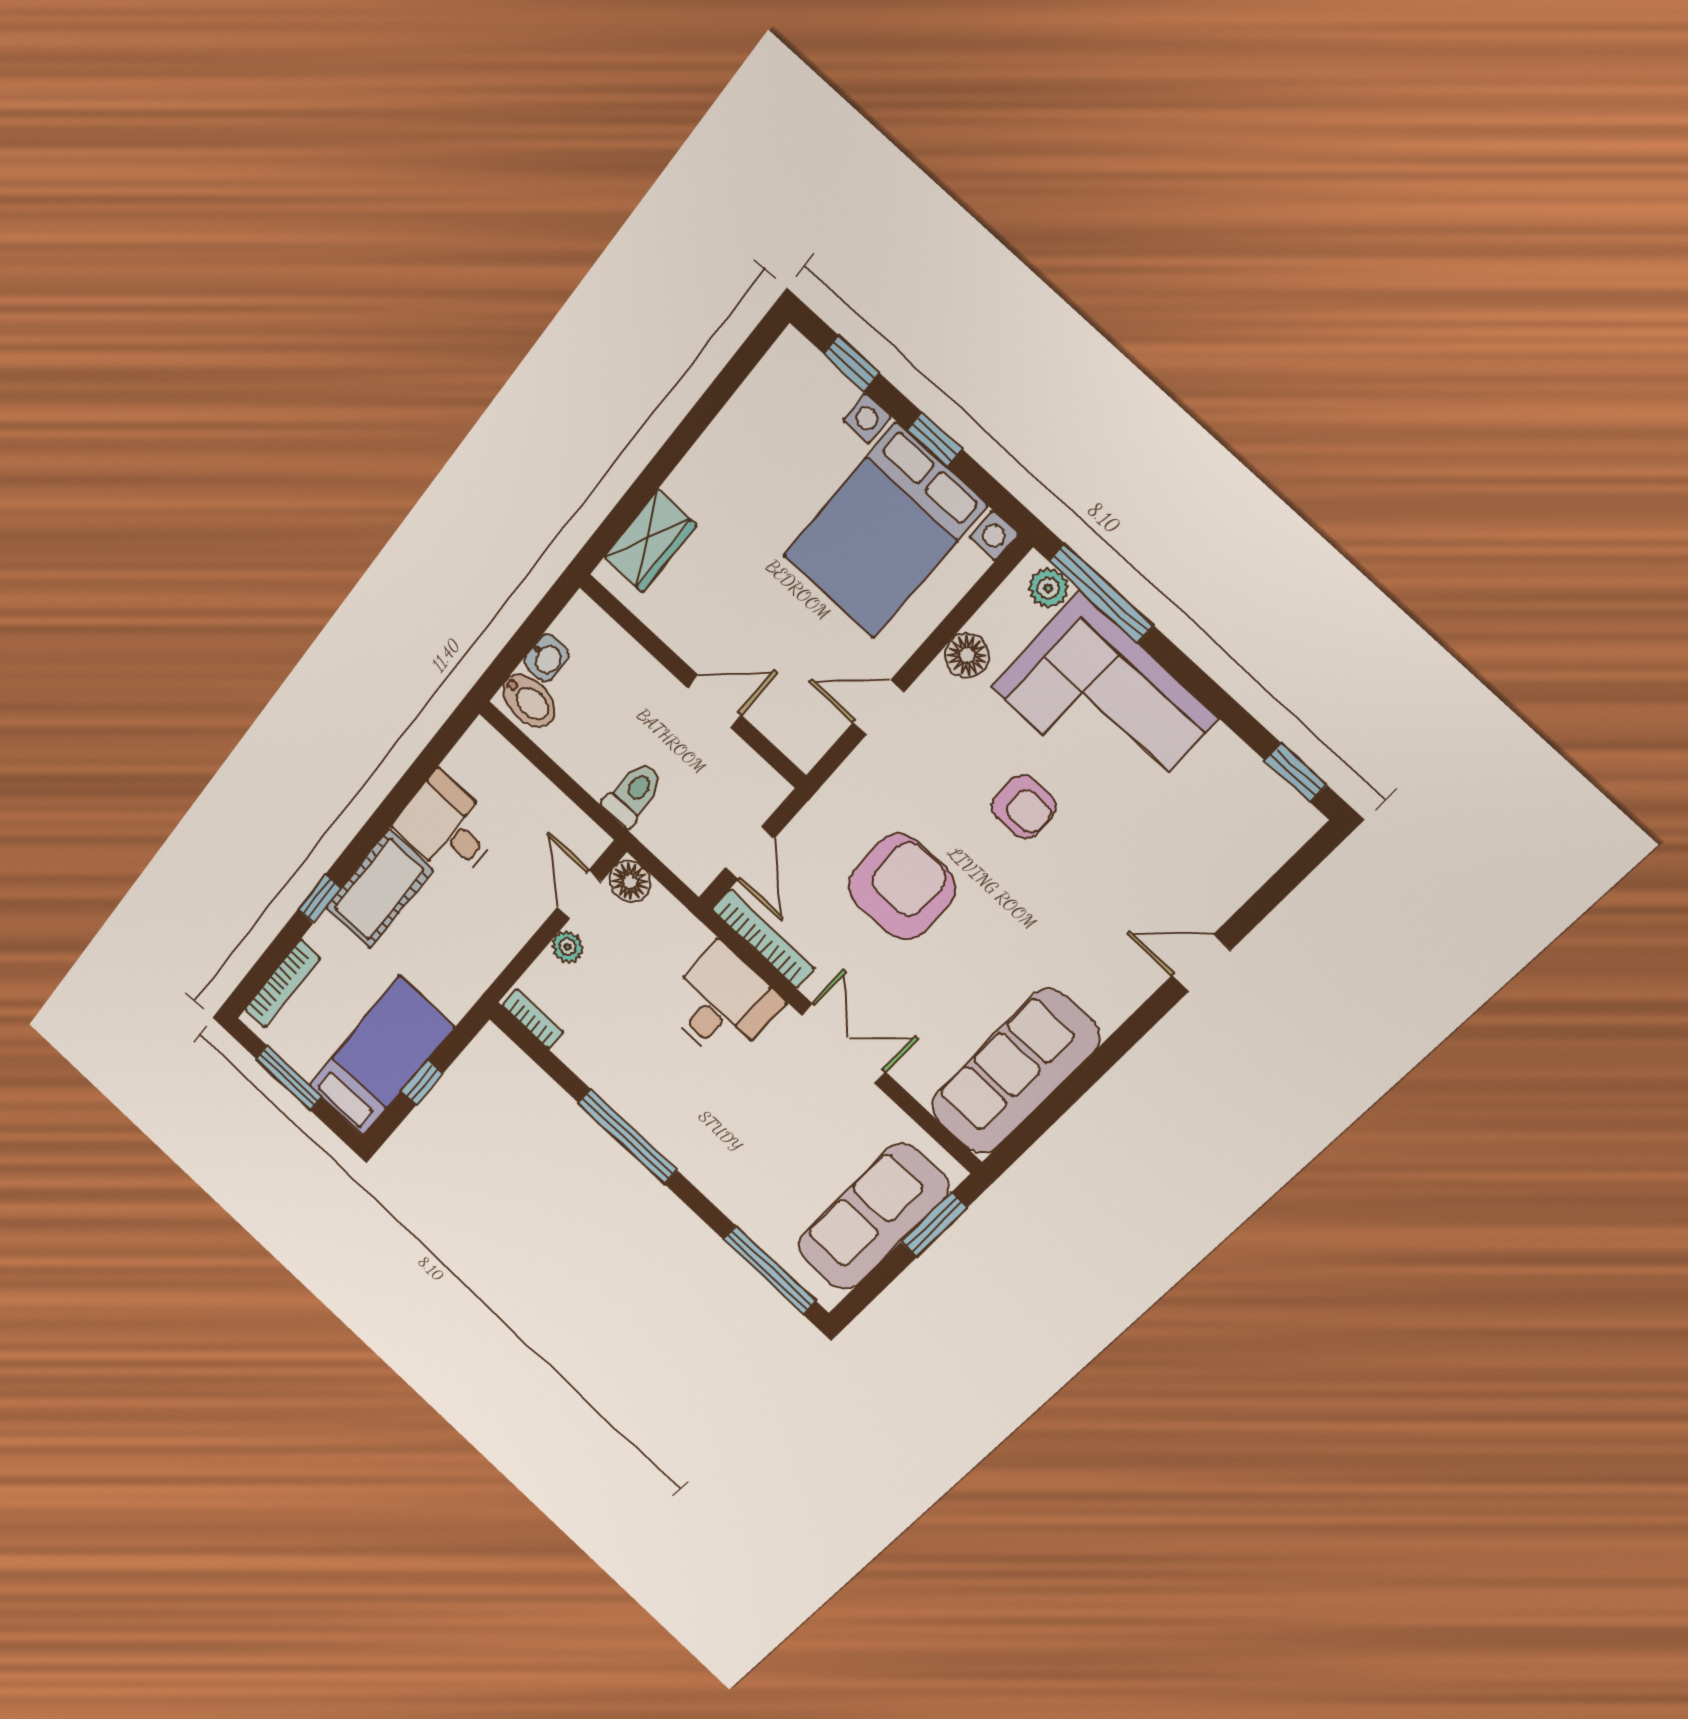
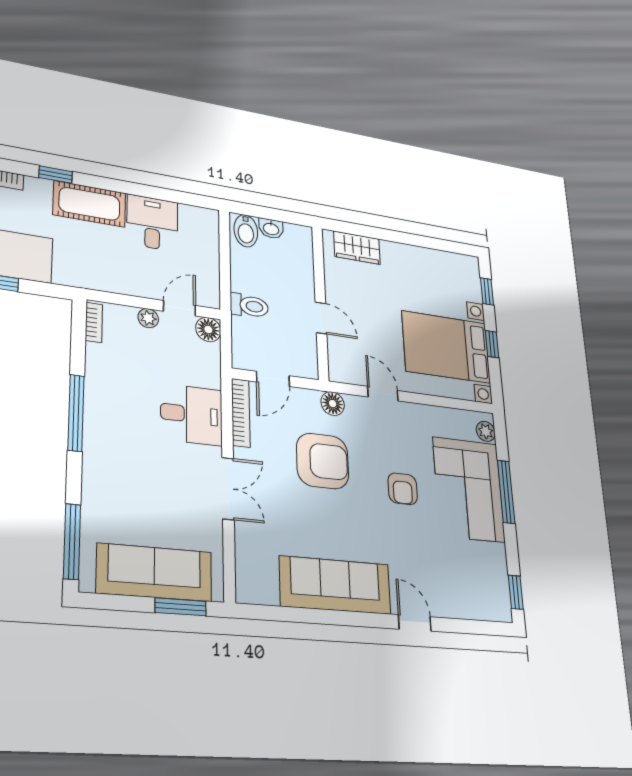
window: (1101, 593) -> (506, 492), moved
floor lamp: (967, 655) -> (333, 404), moved
sofa: (1015, 1072) -> (335, 585), moved

